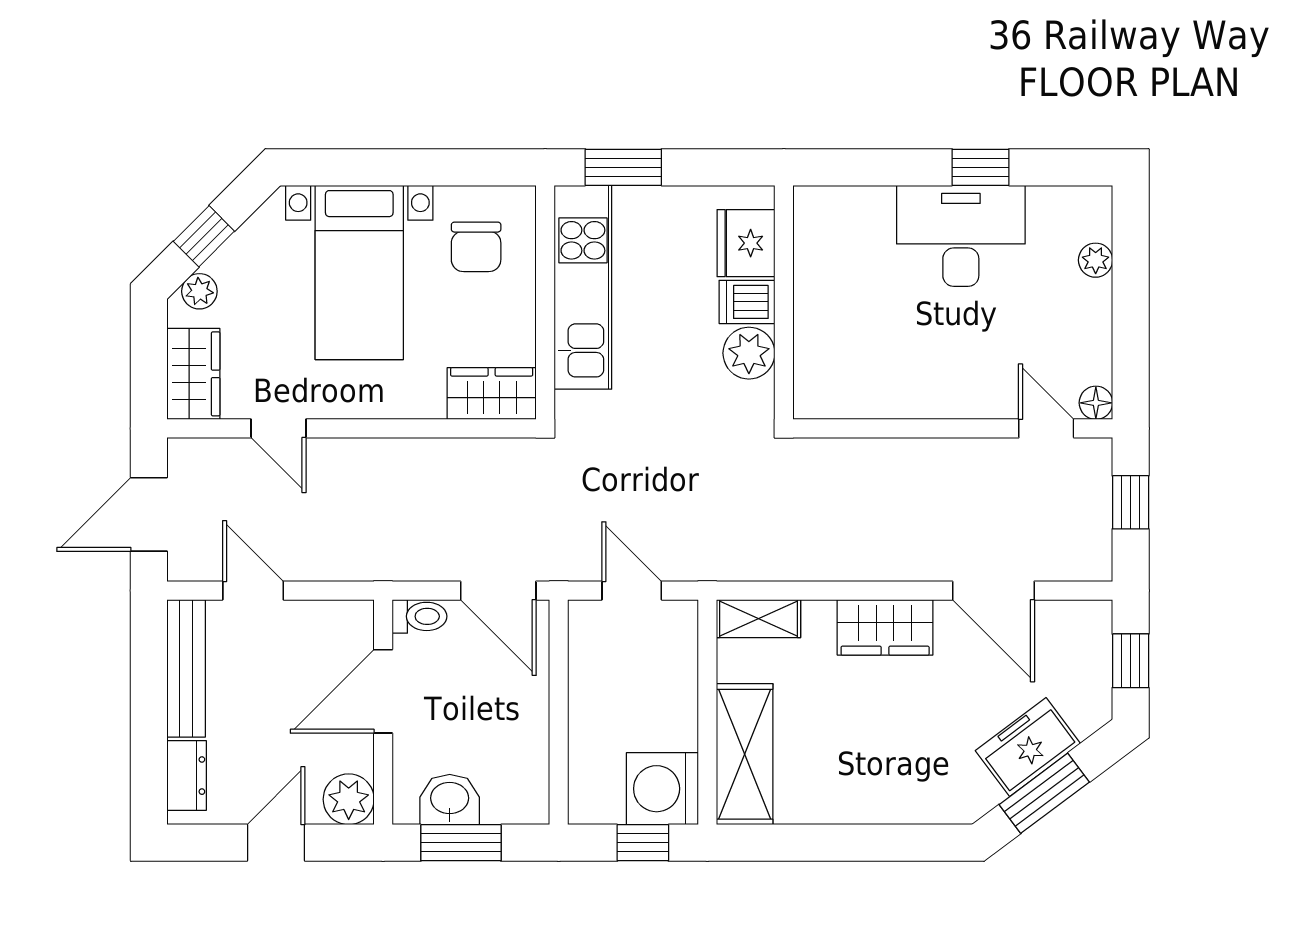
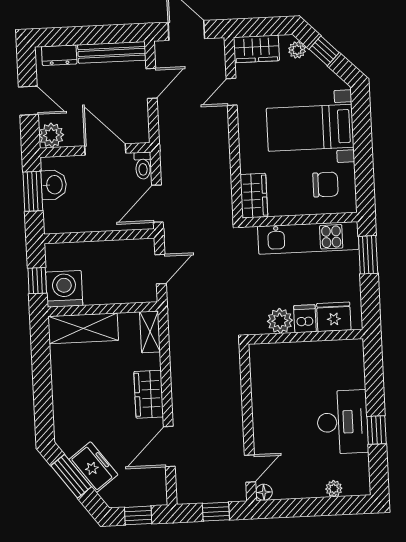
chair: (476, 247) -> (325, 184), turned 180

